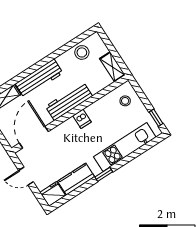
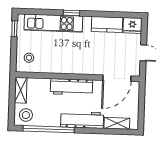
window: (63, 49) -> (49, 129), added
stool: (82, 52) -> (26, 115), moved
dishwasher: (82, 119) -> (71, 67), removed
window: (104, 174) -> (72, 13), moved

